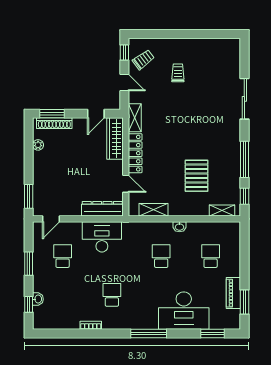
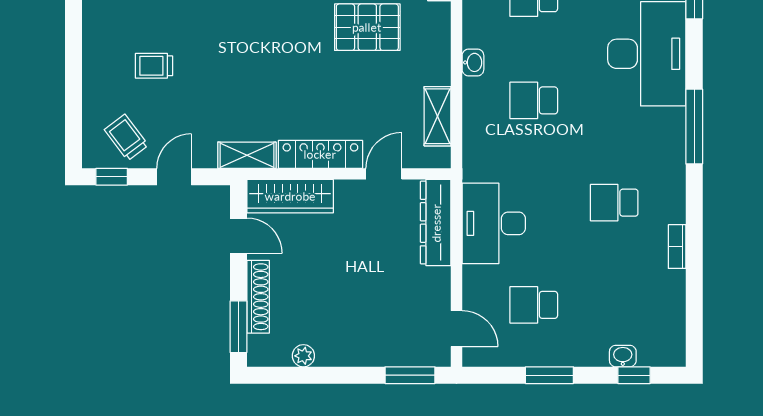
shoe rack: (54, 123) -> (258, 297), moved

